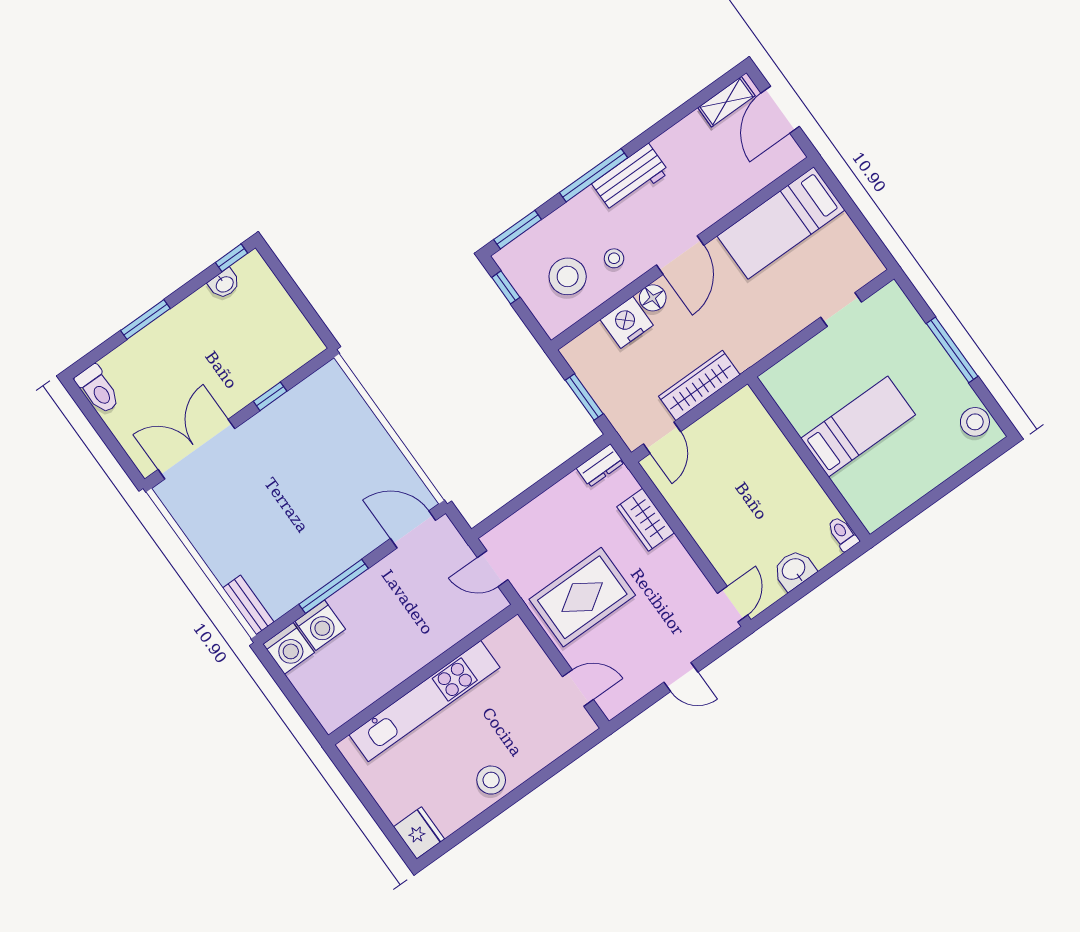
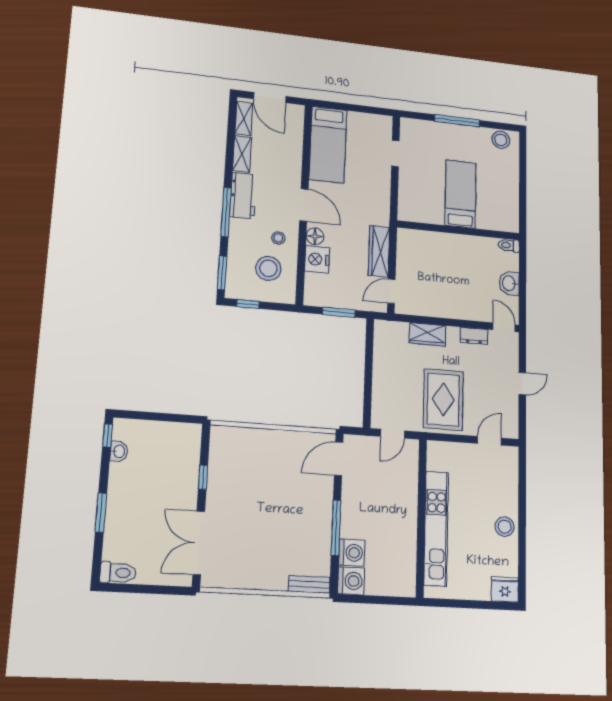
shelving: (680, 135) -> (242, 154), added
door: (662, 438) -> (391, 291), swing flipped
dresser: (600, 465) -> (474, 336), moved, turned 90

